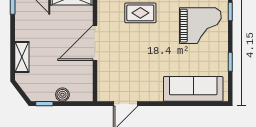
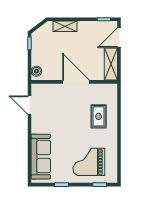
grand piano: (200, 26) -> (89, 162), turned 90
boiler: (62, 95) -> (36, 71), moved

